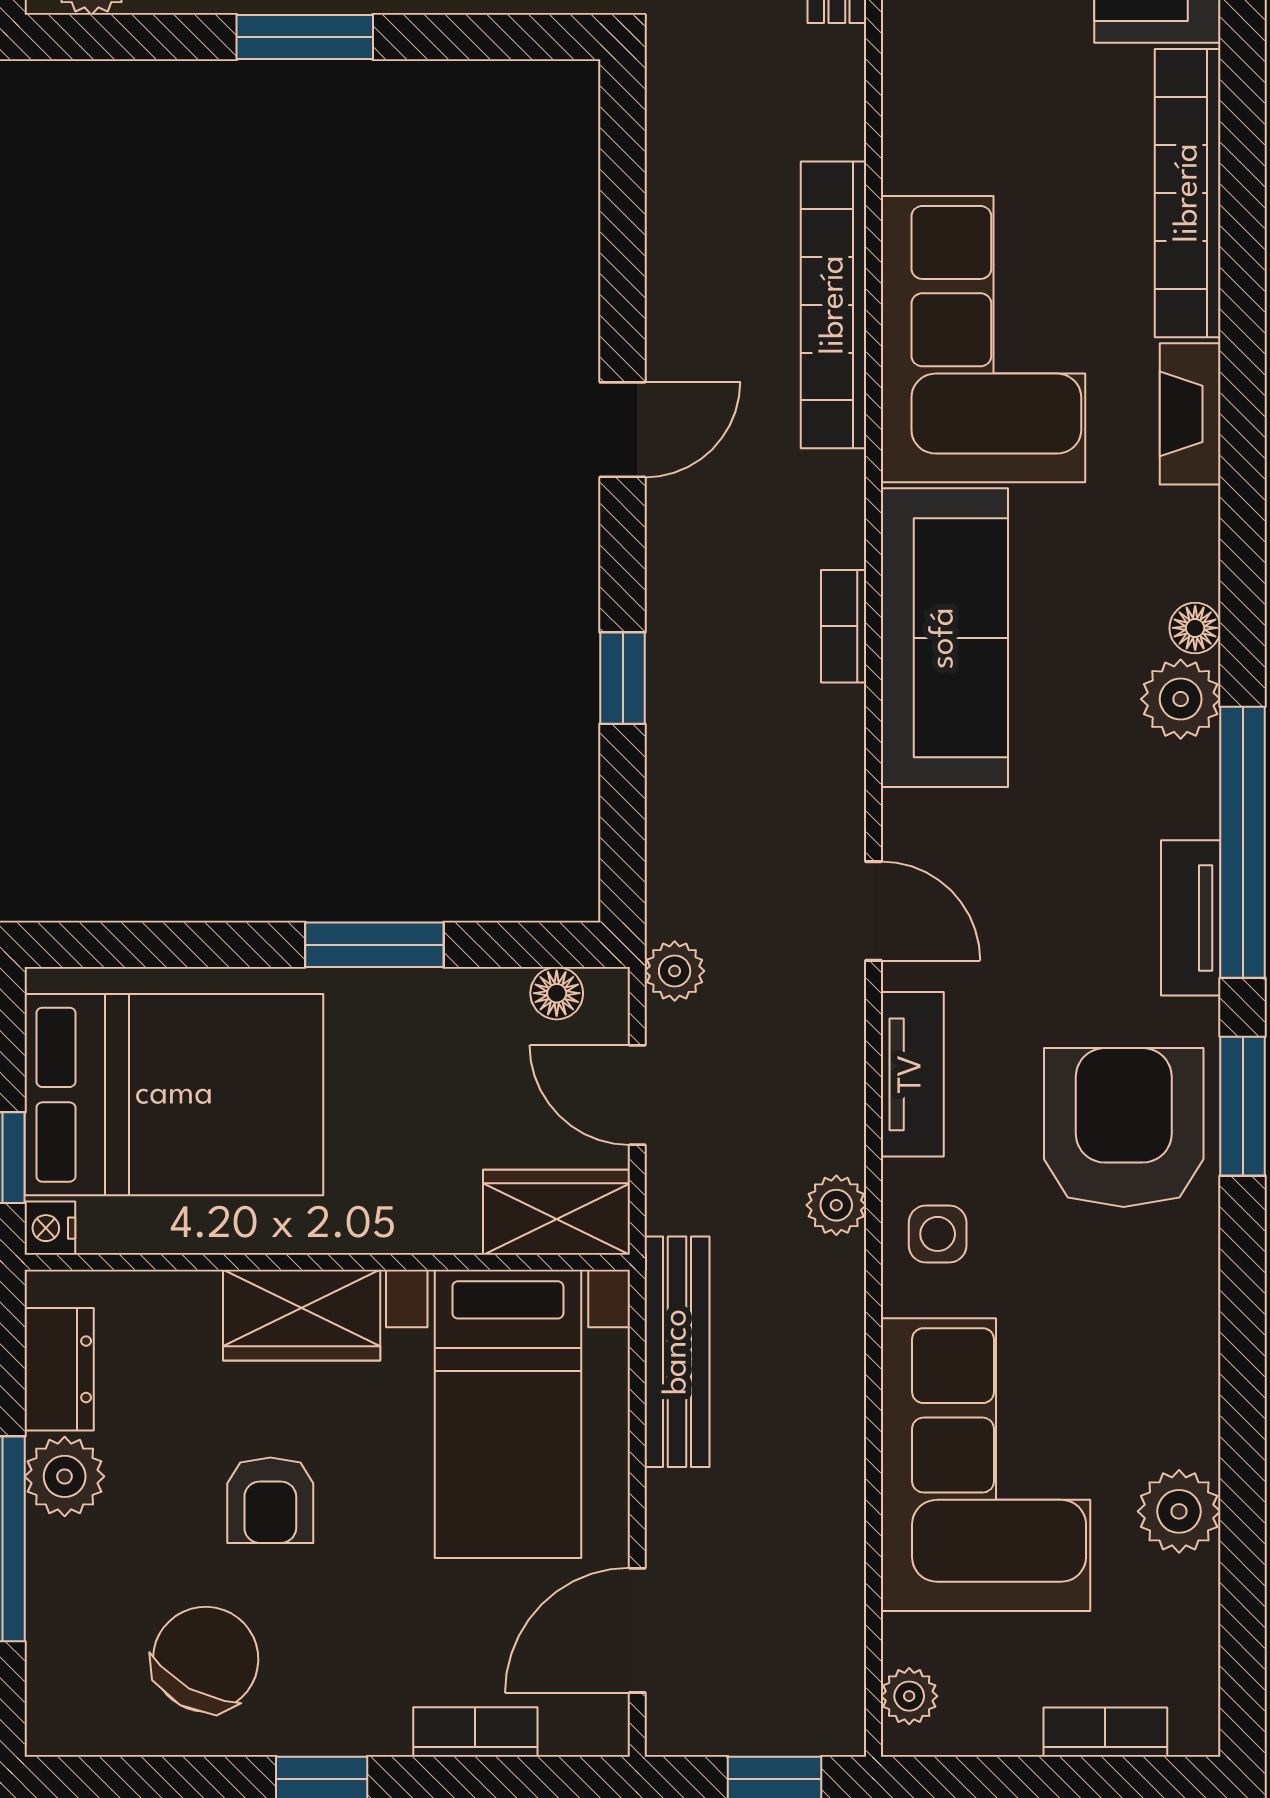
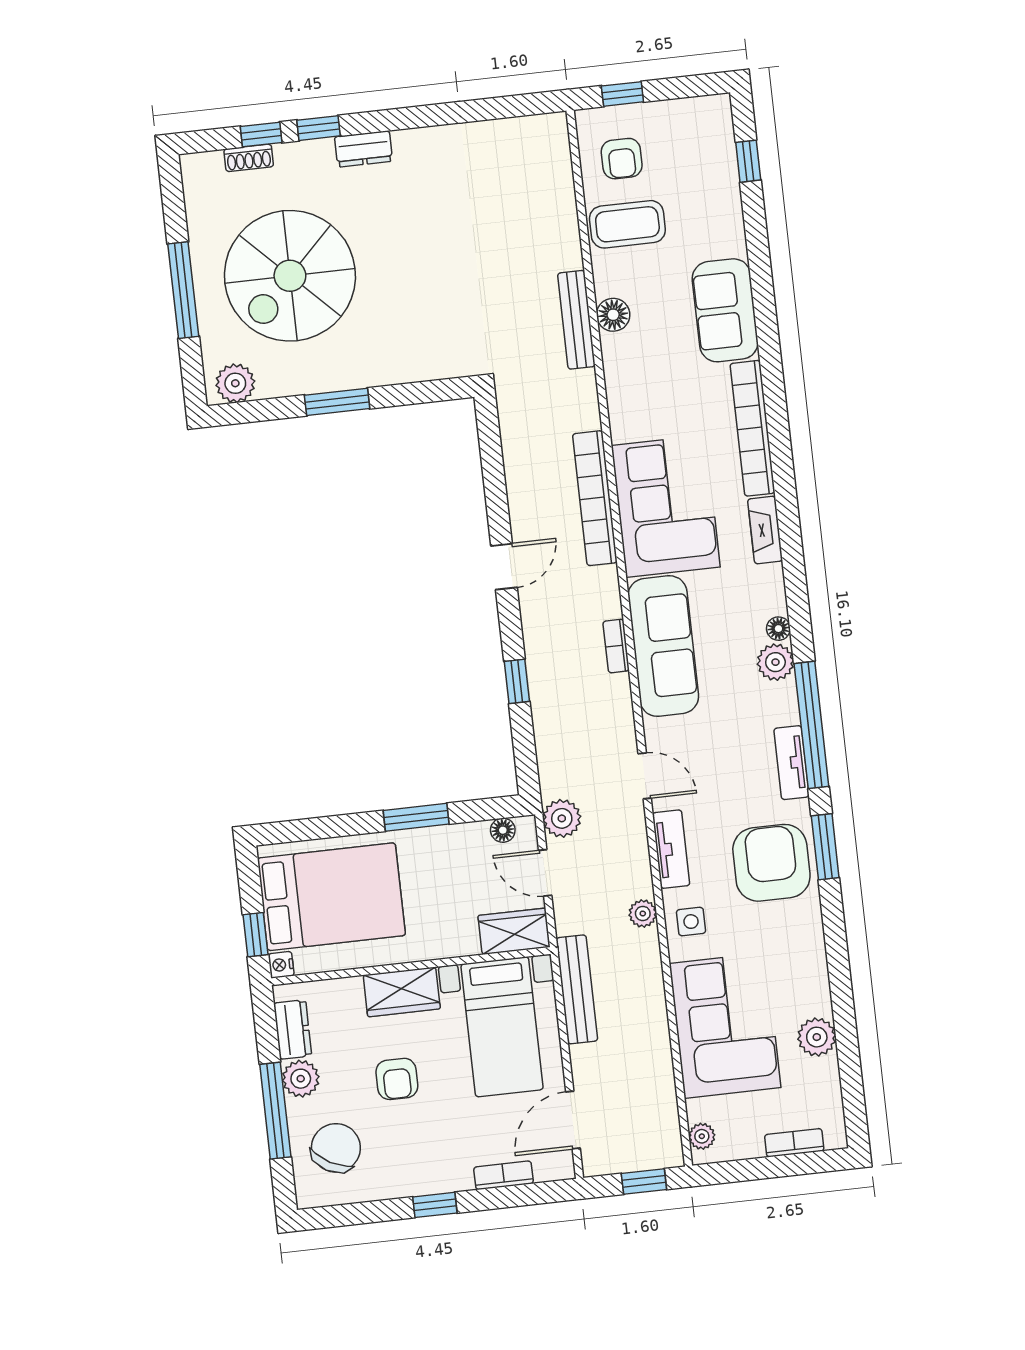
plant: (675, 971) -> (562, 818), width x1.38, depth x1.38
chair: (206, 1659) -> (336, 1148), moved

